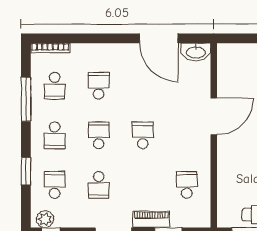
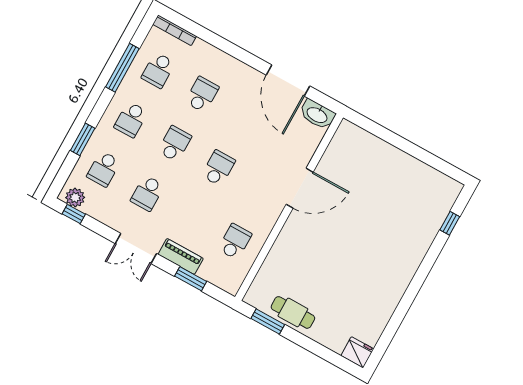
school desk: (55, 185) -> (104, 169), turned 180

